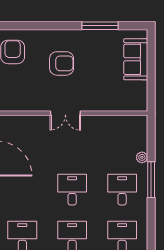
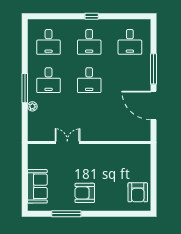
armchair: (62, 63) -> (85, 193), moved
double door: (65, 113) -> (67, 142), moved

